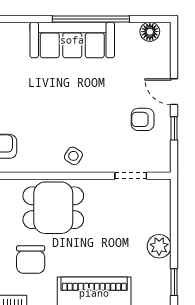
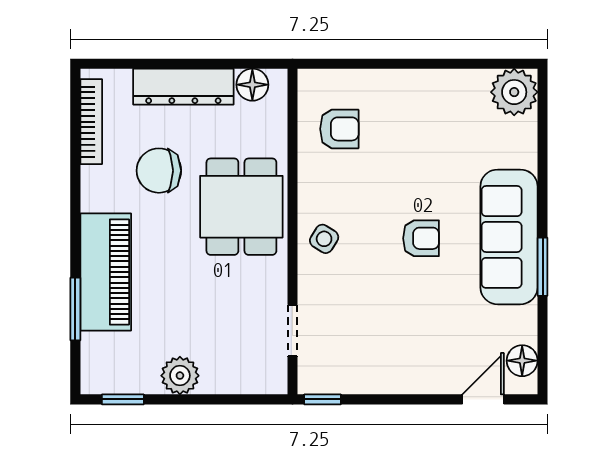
window: (91, 19) -> (543, 267), width x0.47
door: (174, 92) -> (483, 399), moved
armchair: (143, 119) -> (421, 238), moved, turned 90
window: (174, 128) -> (323, 399), moved

